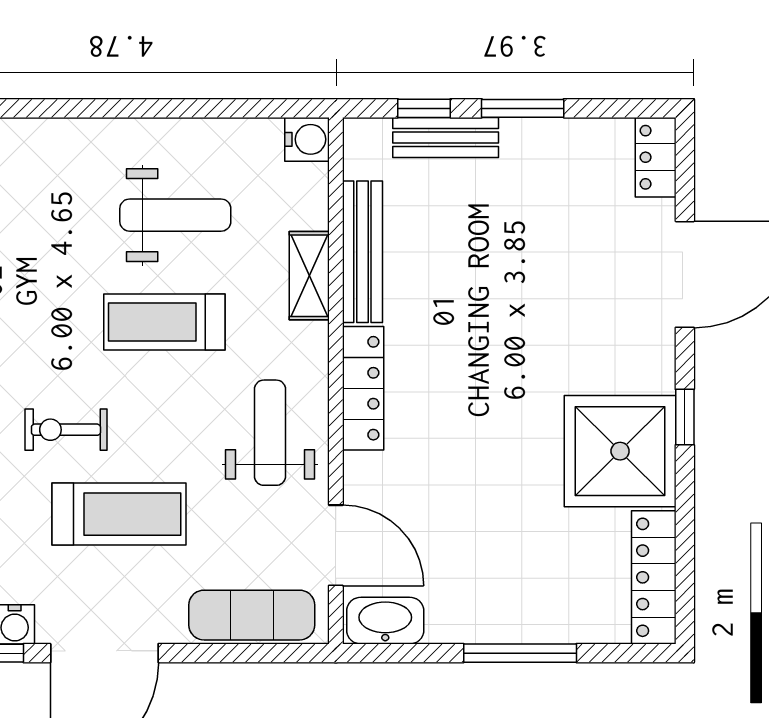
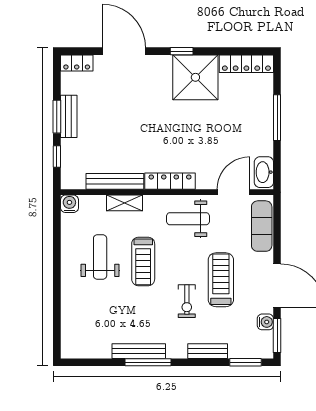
bench: (446, 137) -> (69, 116), moved

